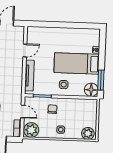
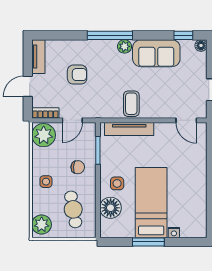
door: (25, 50) -> (186, 120), moved
coffee table: (13, 74) -> (131, 104), added
window: (101, 80) -> (148, 242), moved
floor lamp: (91, 90) -> (111, 208), moved
cafe table: (79, 113) -> (73, 209), added

